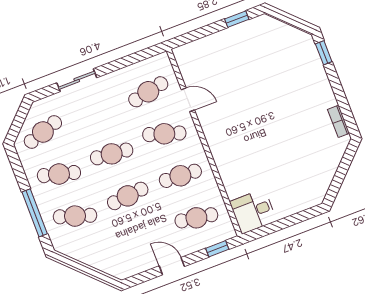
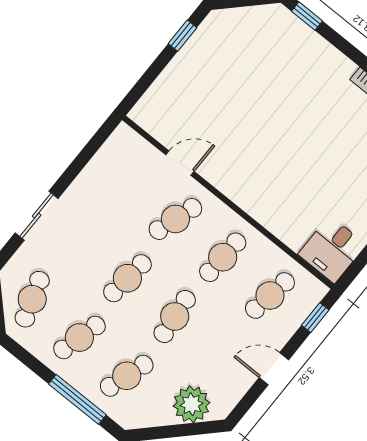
cafe table: (148, 92) -> (128, 181), removed
plant: (106, 258) -> (192, 404), added

